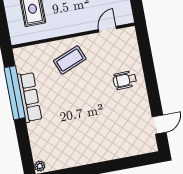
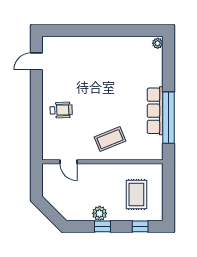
door: (108, 29) -> (69, 162), hinge flipped

